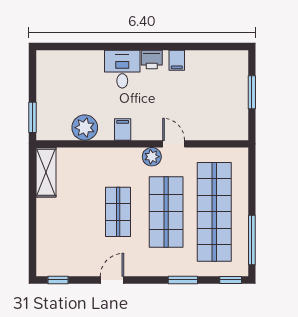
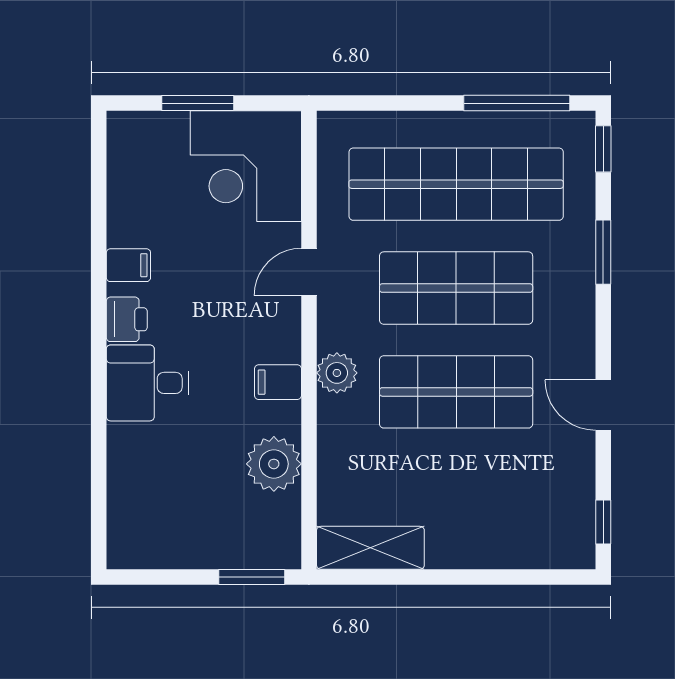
corner desk: (223, 115) -> (246, 166), added
plant: (152, 157) -> (337, 373), moved
shop shelf: (118, 212) -> (456, 392), width x1.43, depth x1.36

